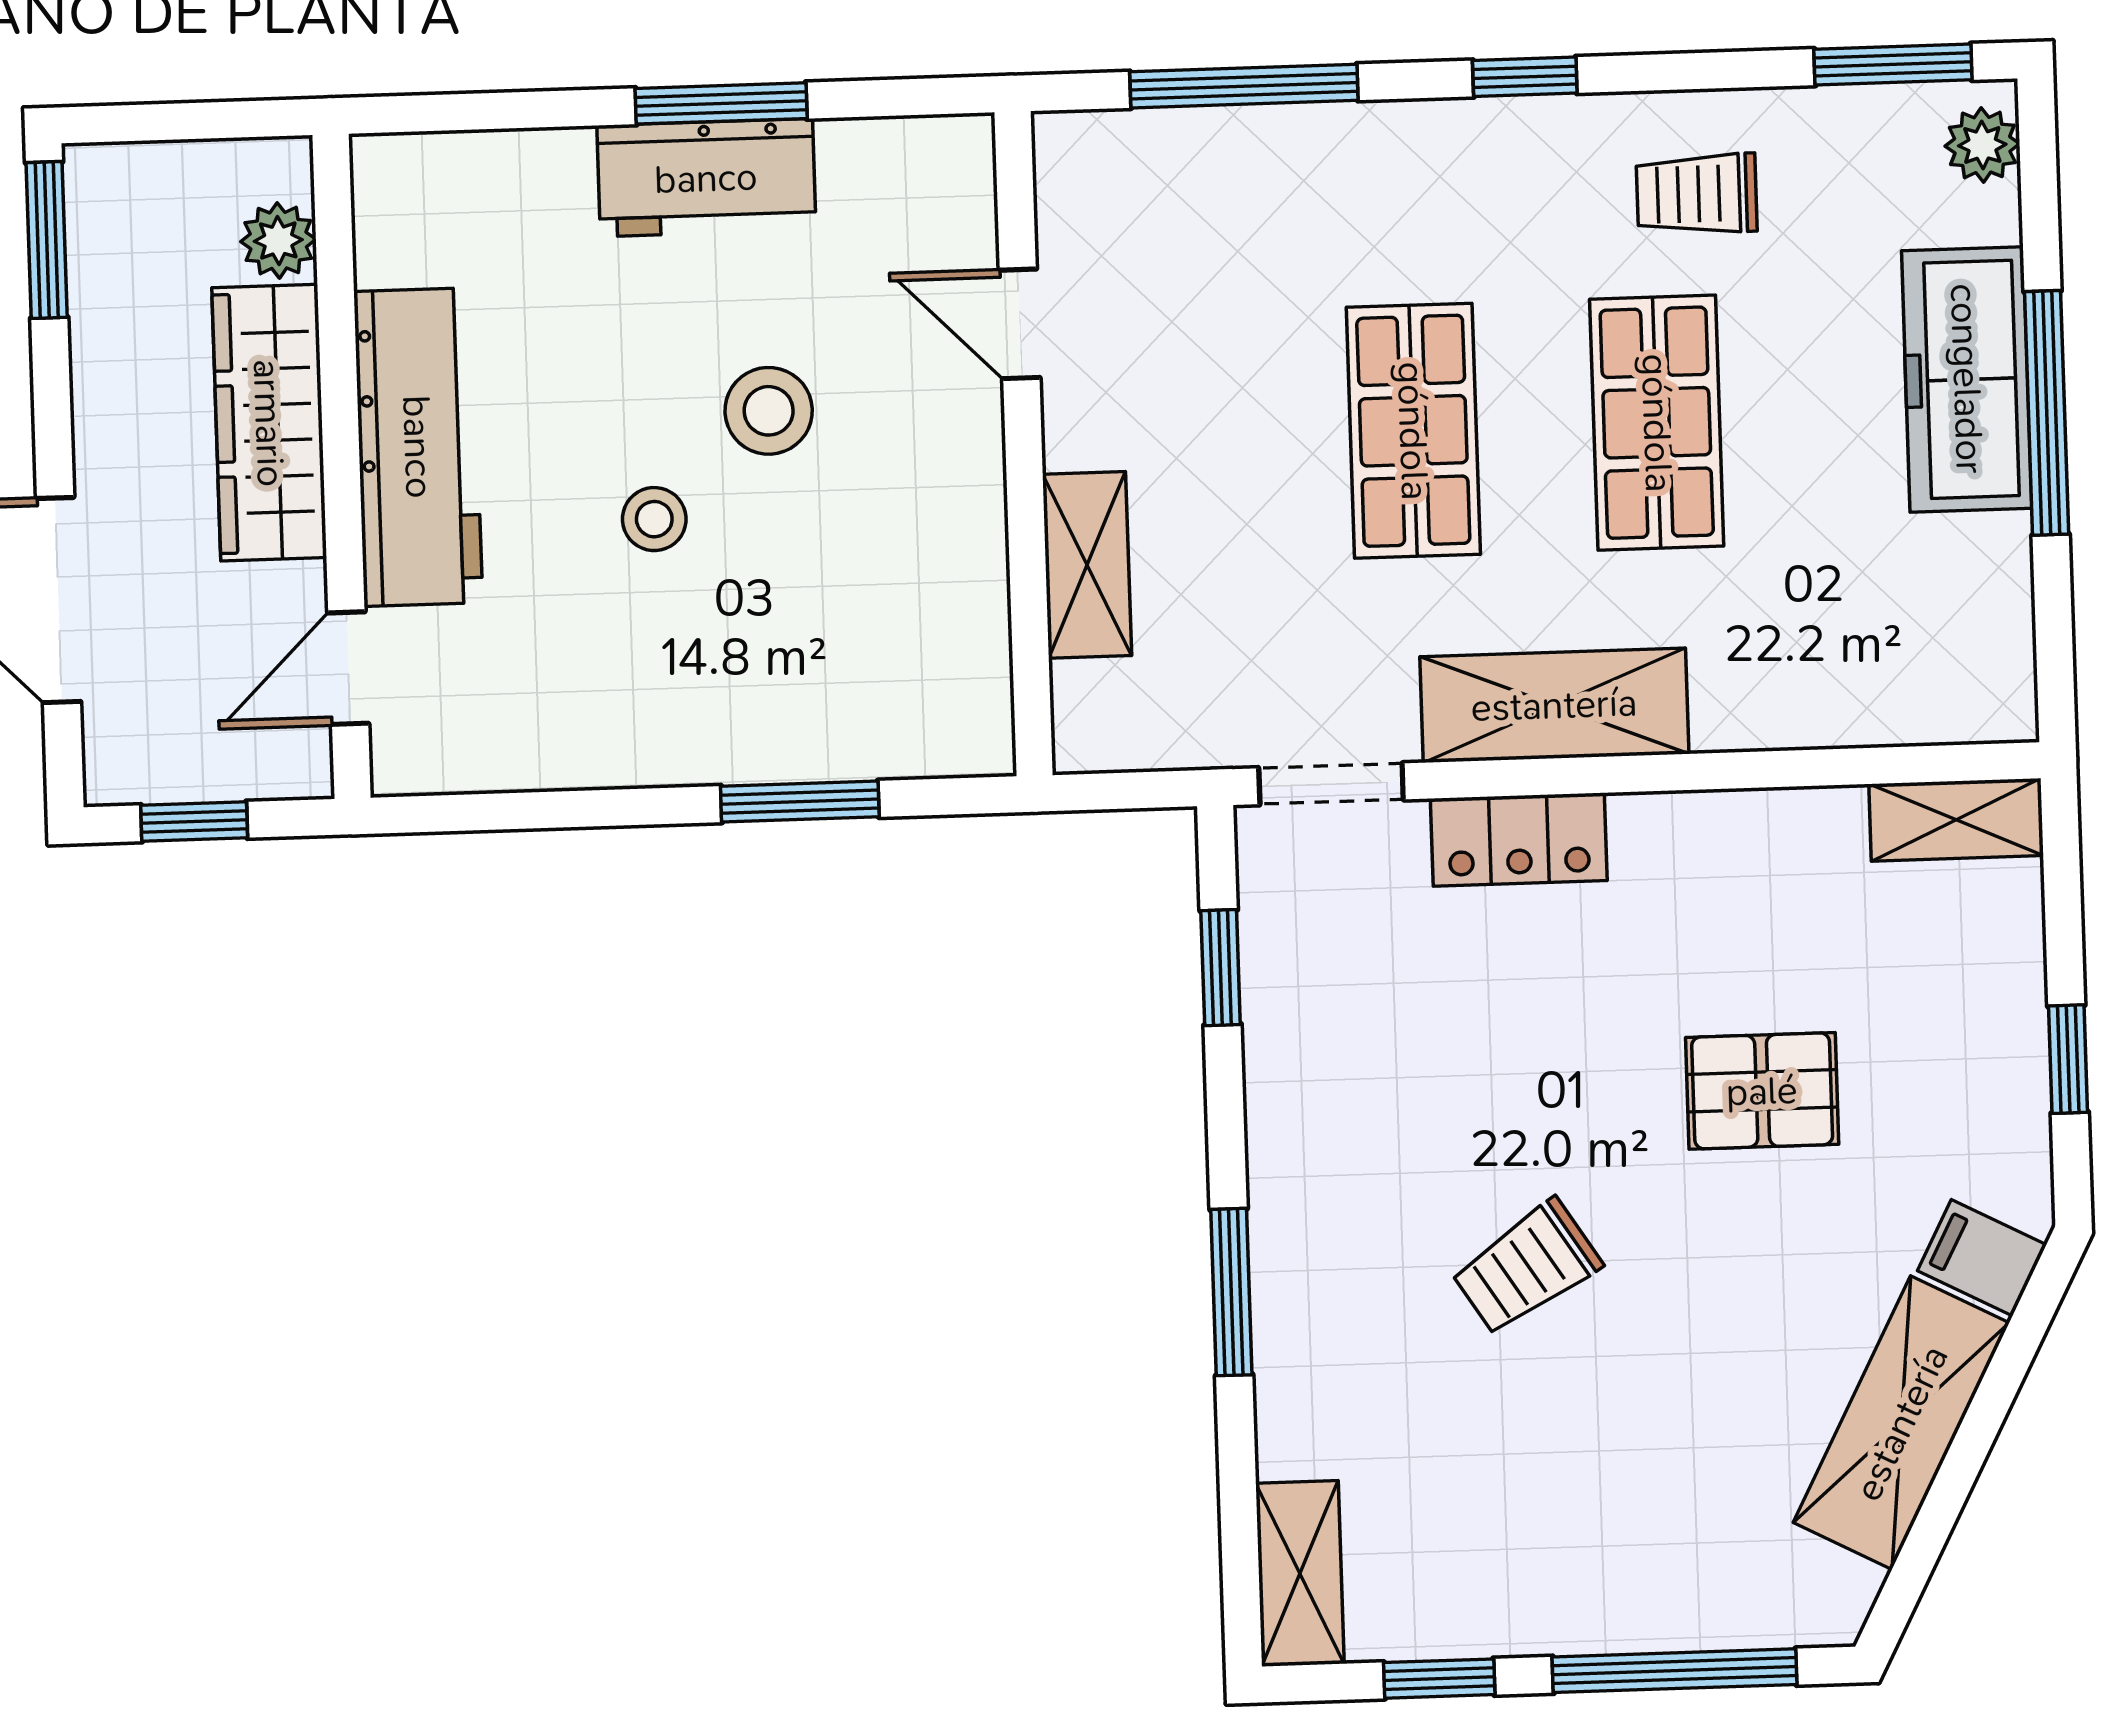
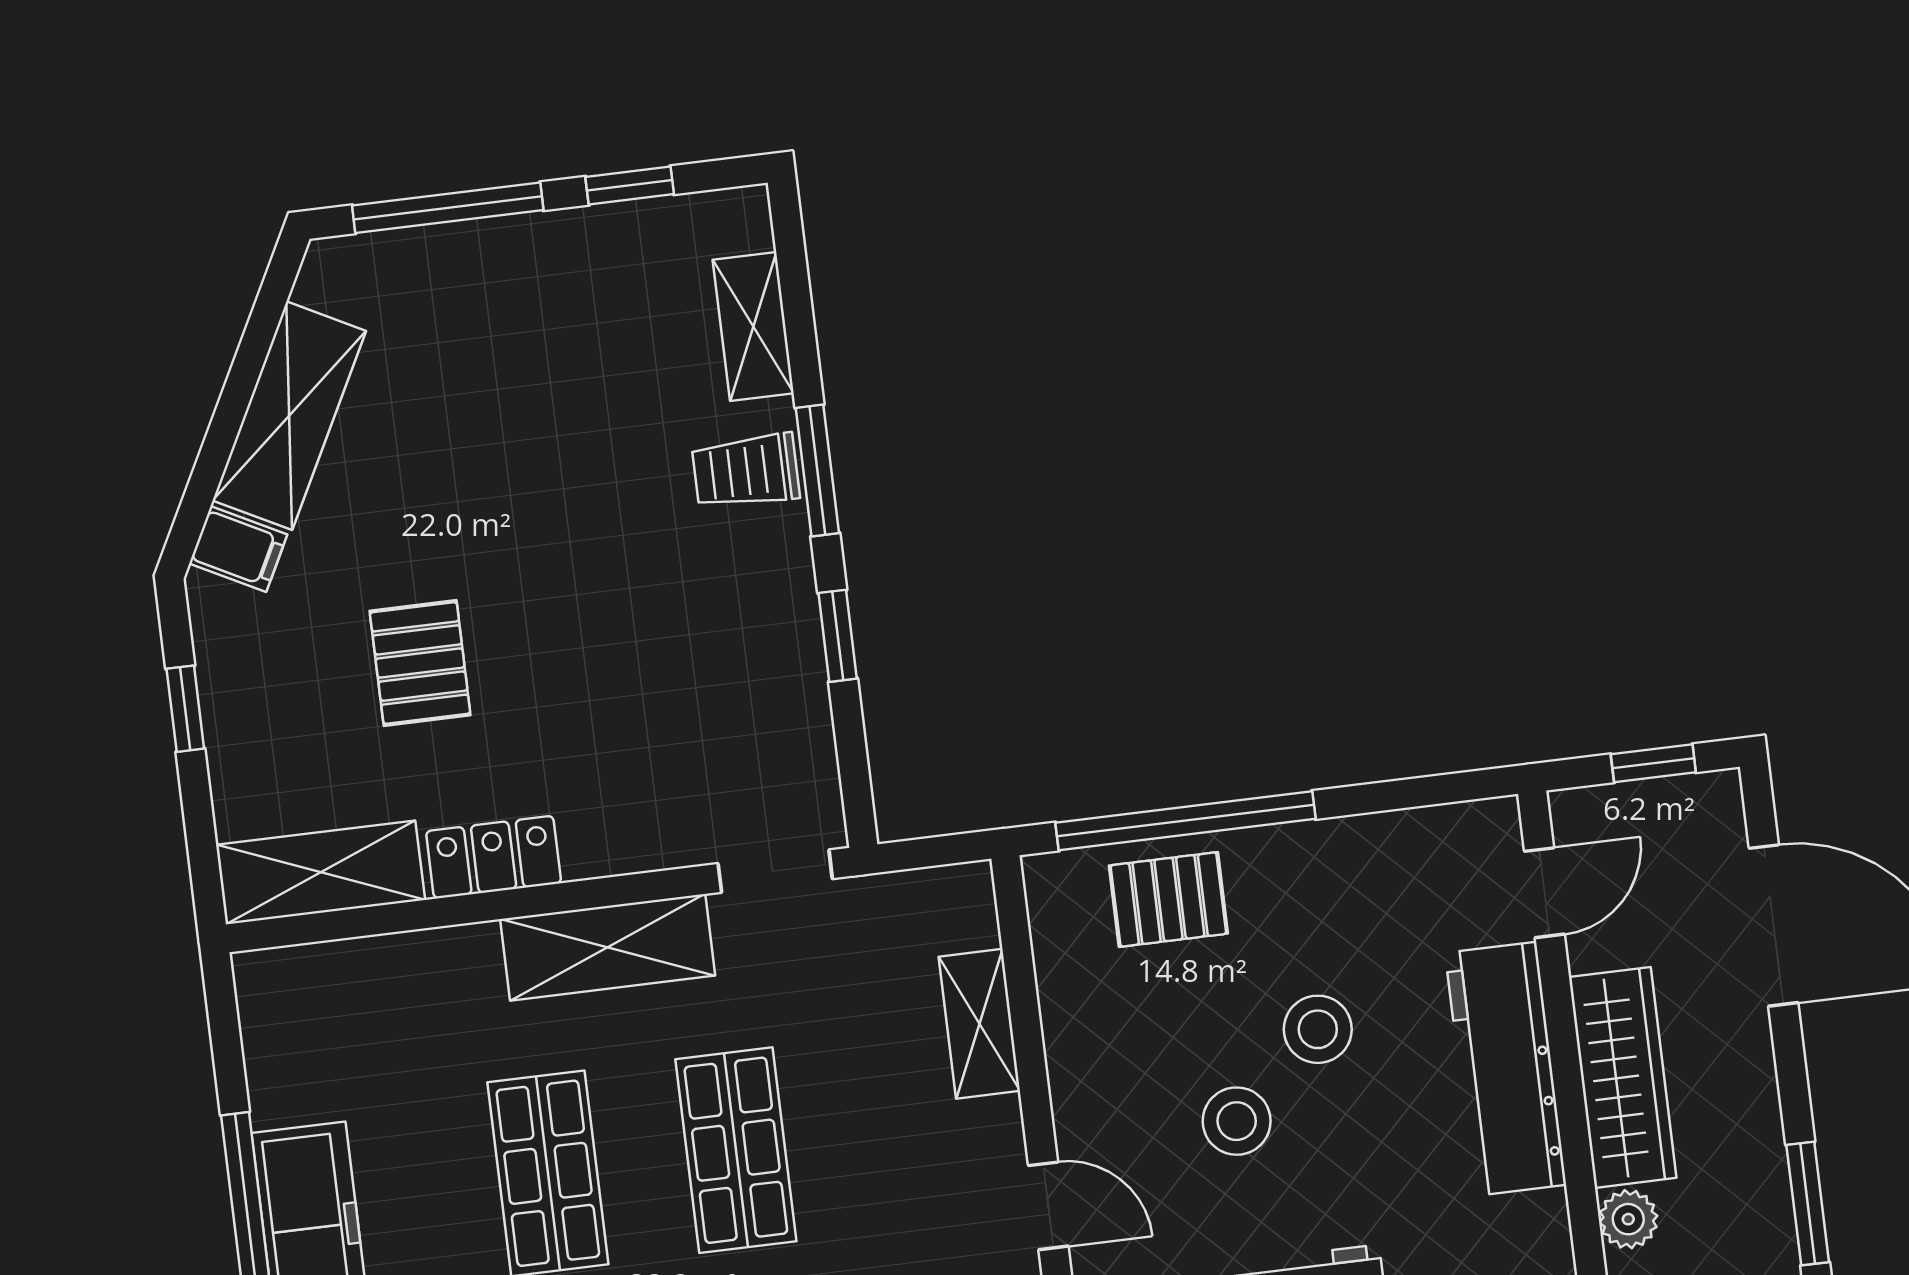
stool: (654, 519) -> (1318, 1029), width x1.37, depth x1.37
pallet: (831, 702) -> (1168, 900), added
window: (800, 801) -> (1185, 821), width x2.11
shelving: (1956, 820) -> (321, 872), width x1.50, depth x1.33
locker: (1519, 840) -> (494, 857), moved
window: (1221, 968) -> (838, 636), moved
pallet: (1762, 1091) -> (420, 663), turned 90
trolley: (1527, 1267) -> (746, 471), moved, turned -147
shelving: (1300, 1573) -> (753, 326), moved

